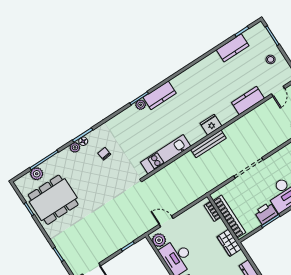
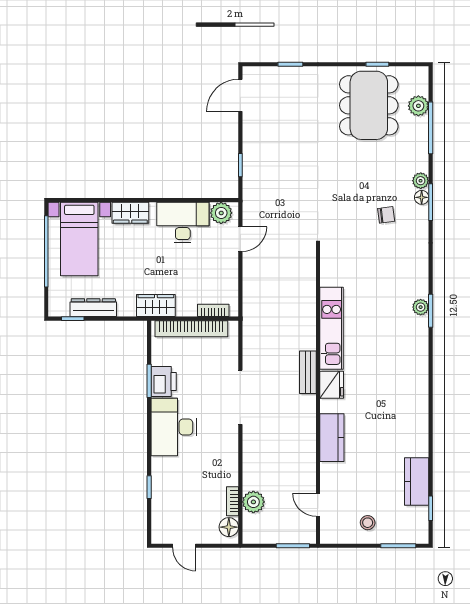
kitchen counter: (160, 95) -> (417, 341), removed
kitchen counter: (248, 100) -> (332, 438), moved
bench: (208, 144) -> (308, 372), width x0.73
kitchen unit: (166, 154) -> (332, 328), moved

